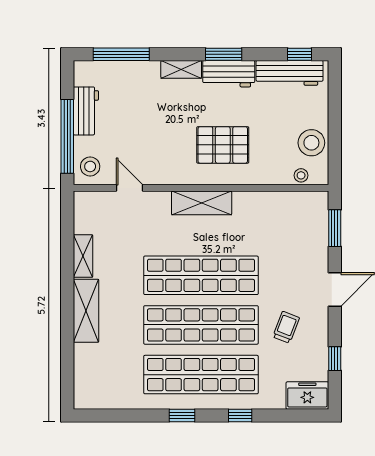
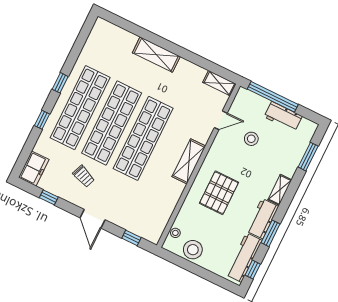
window: (121, 54) -> (308, 157), width x0.69
window: (224, 54) -> (270, 233), moved
stool: (90, 166) -> (251, 139), moved
window: (335, 228) -> (131, 238), width x0.67
shelving: (83, 256) -> (219, 83), moved

